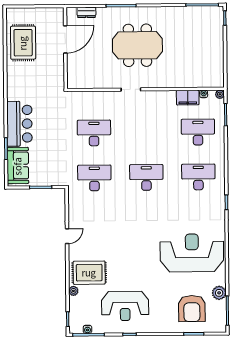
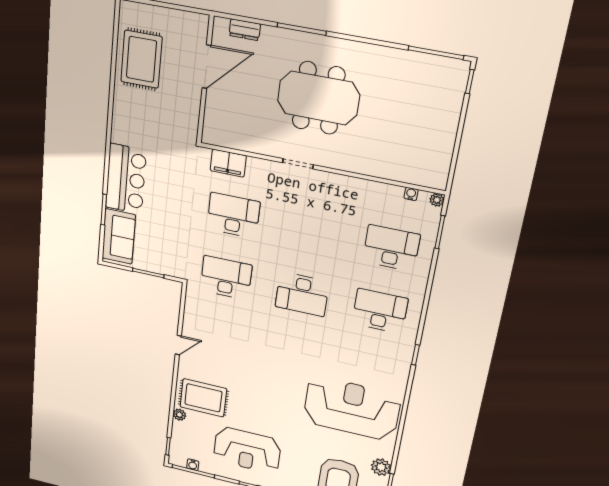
filing cabinet: (188, 98) -> (228, 163), moved
desk: (146, 177) -> (302, 294), turned 180

